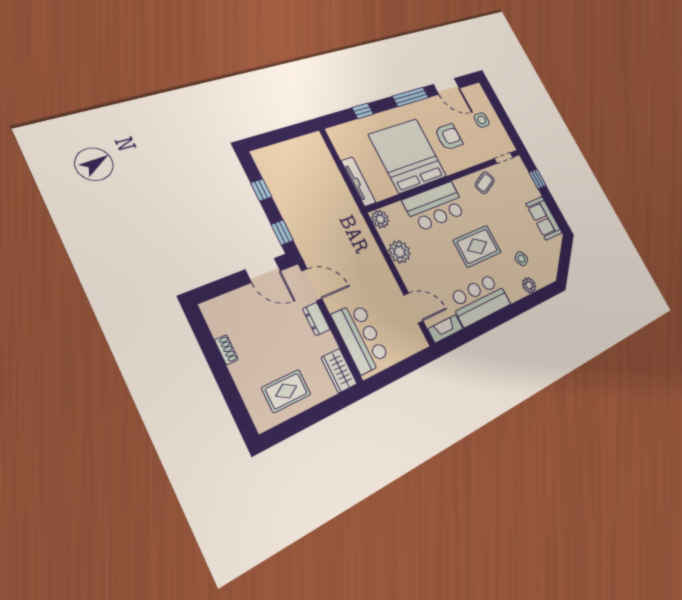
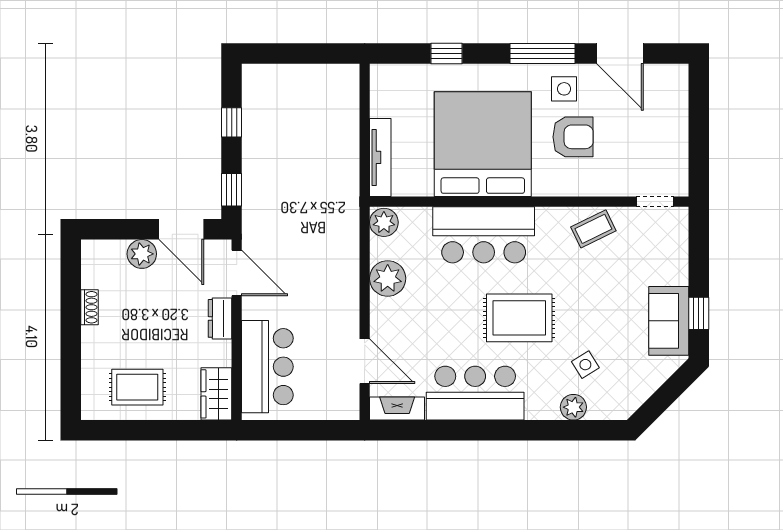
side table: (482, 120) -> (564, 89), moved
window: (537, 179) -> (699, 313), moved
plant: (245, 297) -> (142, 254), added

